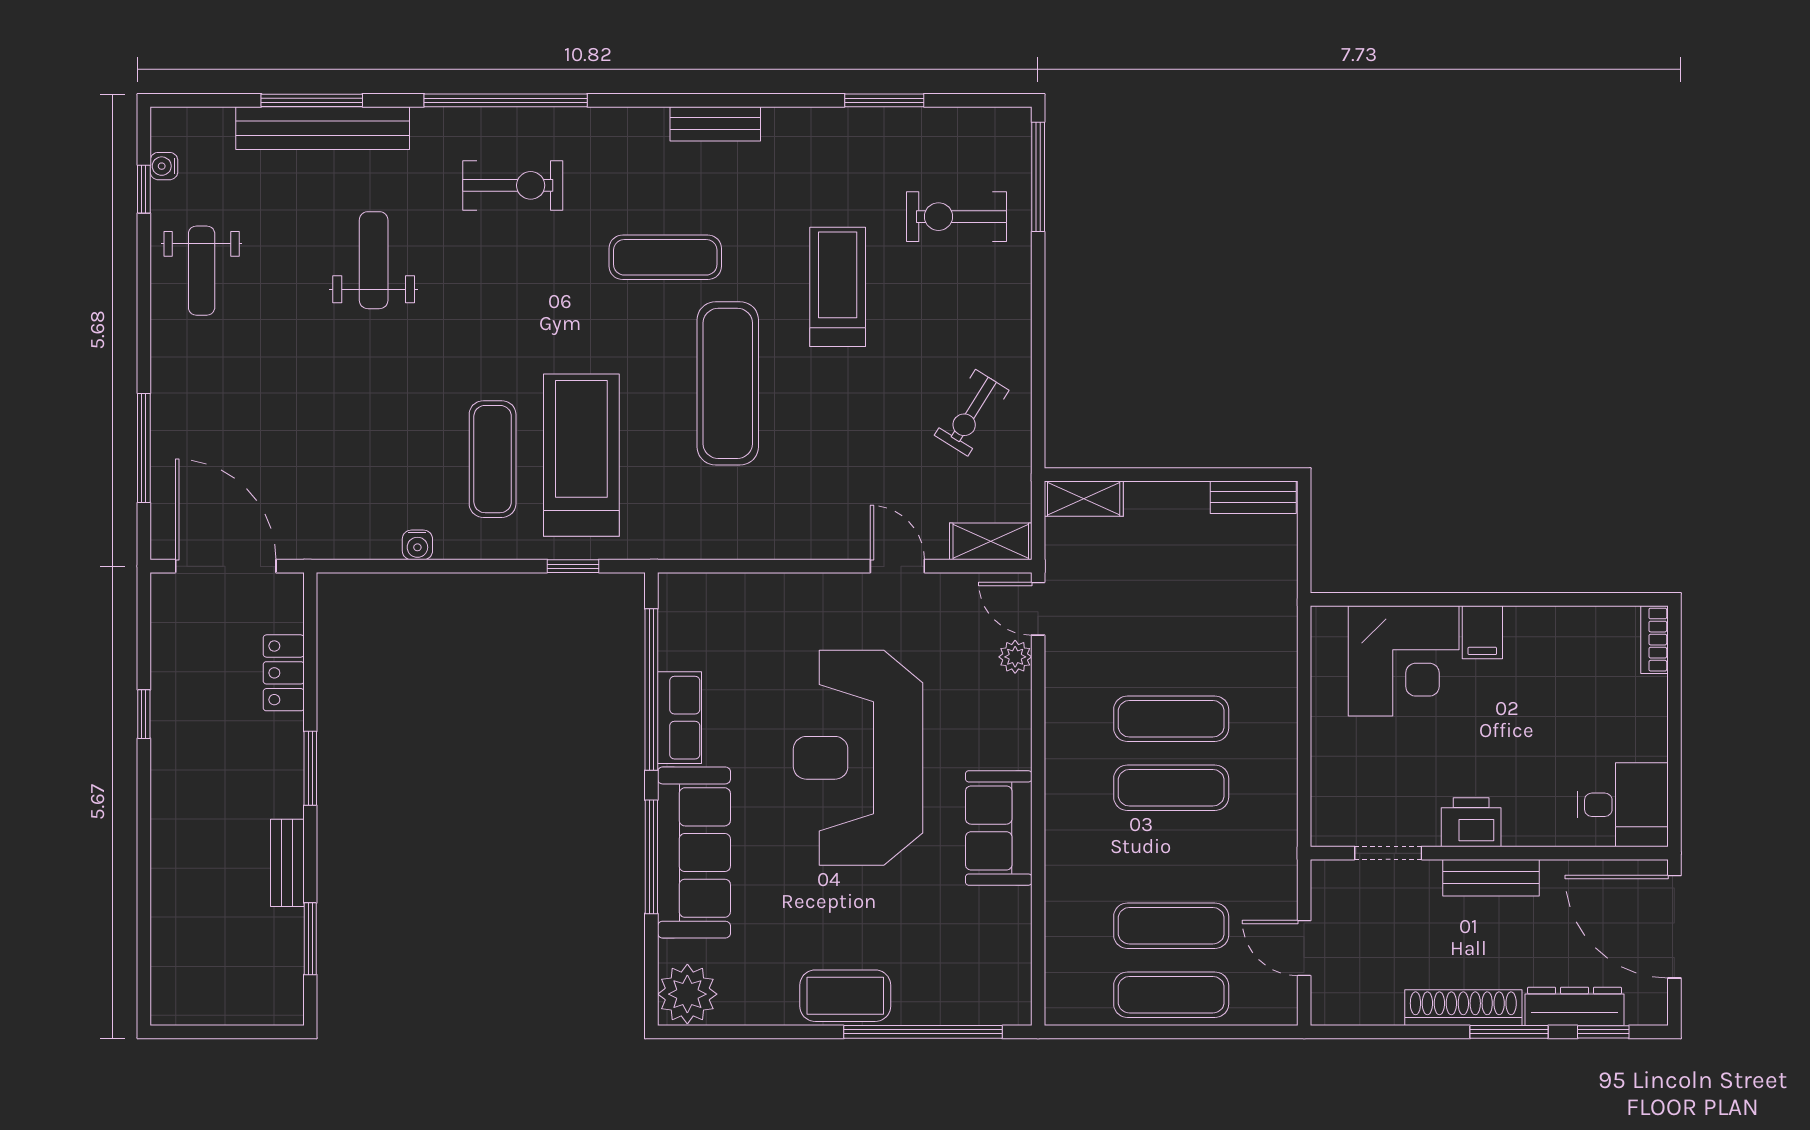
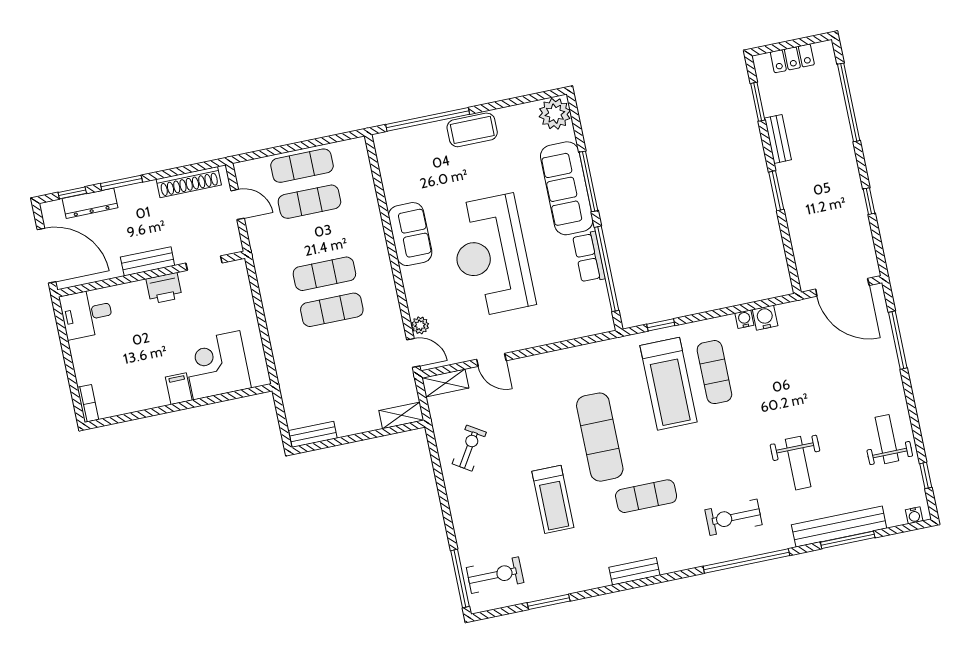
water cooler: (164, 166) -> (914, 515), moved, turned 90
exercise bike: (956, 217) -> (495, 575), moved
water cooler: (379, 540) -> (765, 318), added
locker: (284, 673) -> (792, 58), moved, turned 90
reception desk: (858, 758) -> (491, 256), turned 180
window: (144, 903) -> (849, 102), added
shoe rack: (1463, 1008) -> (189, 182), moved

